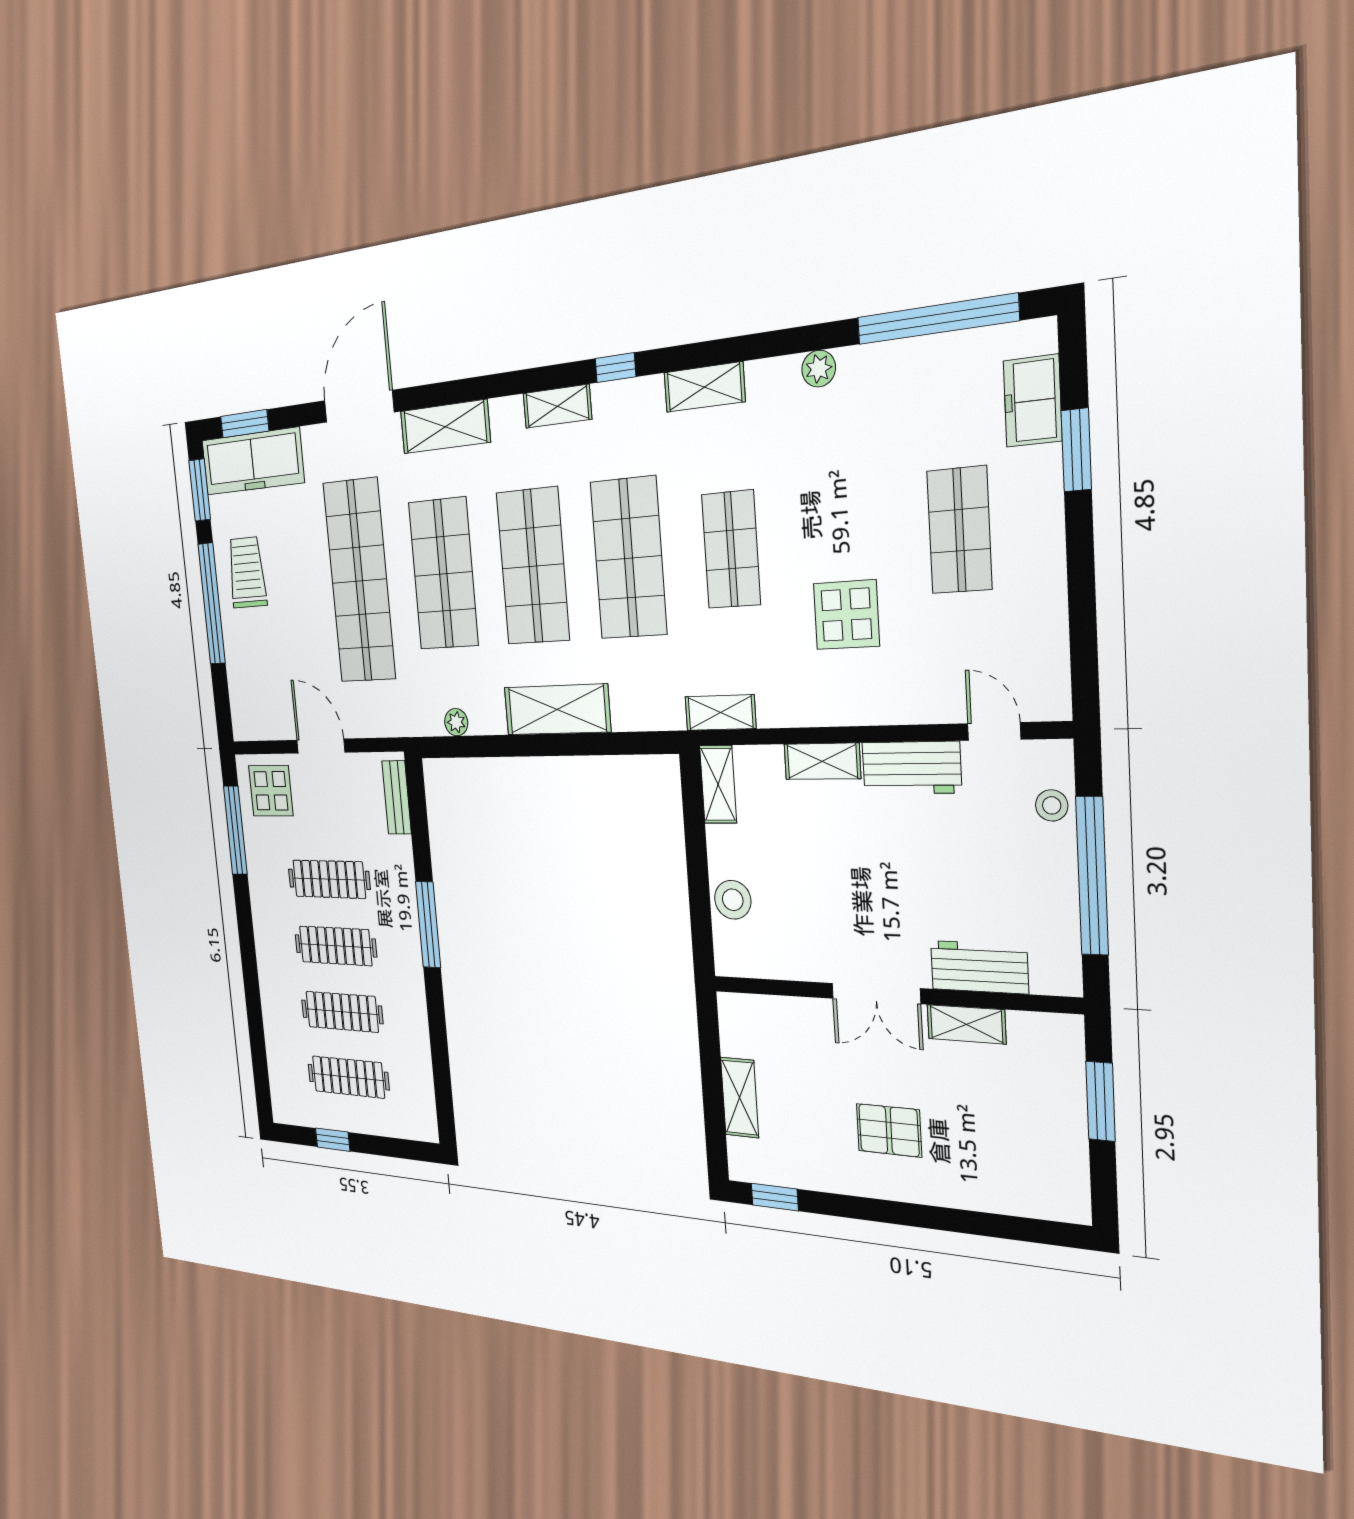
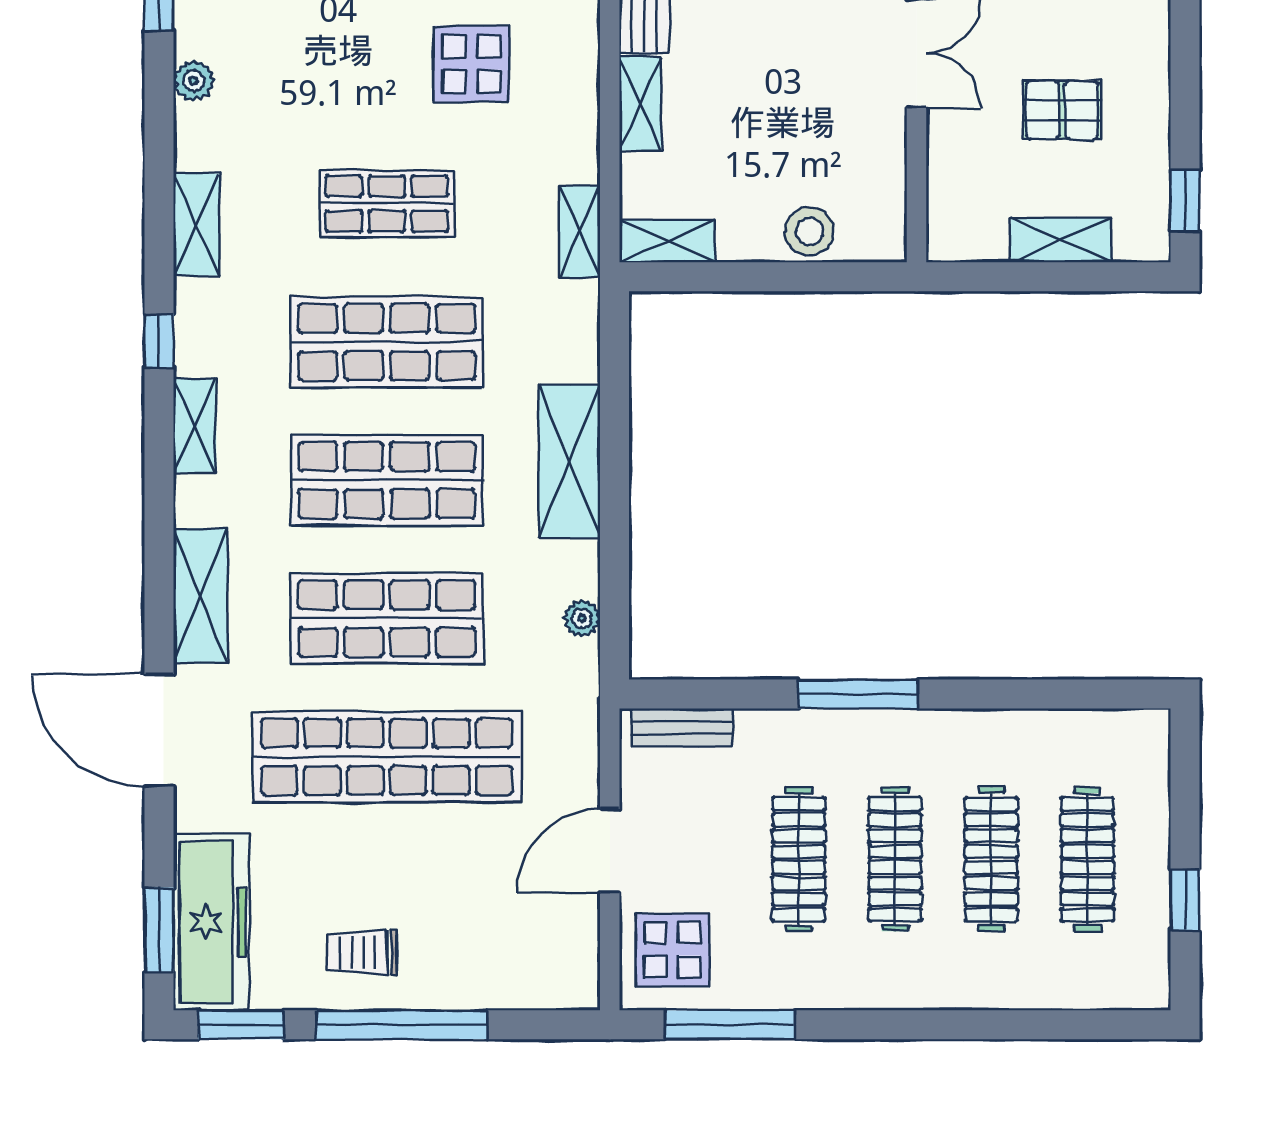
trolley: (247, 572) -> (362, 953), width x0.73, depth x0.72
pallet: (889, 1130) -> (1062, 110), moved, turned 90

